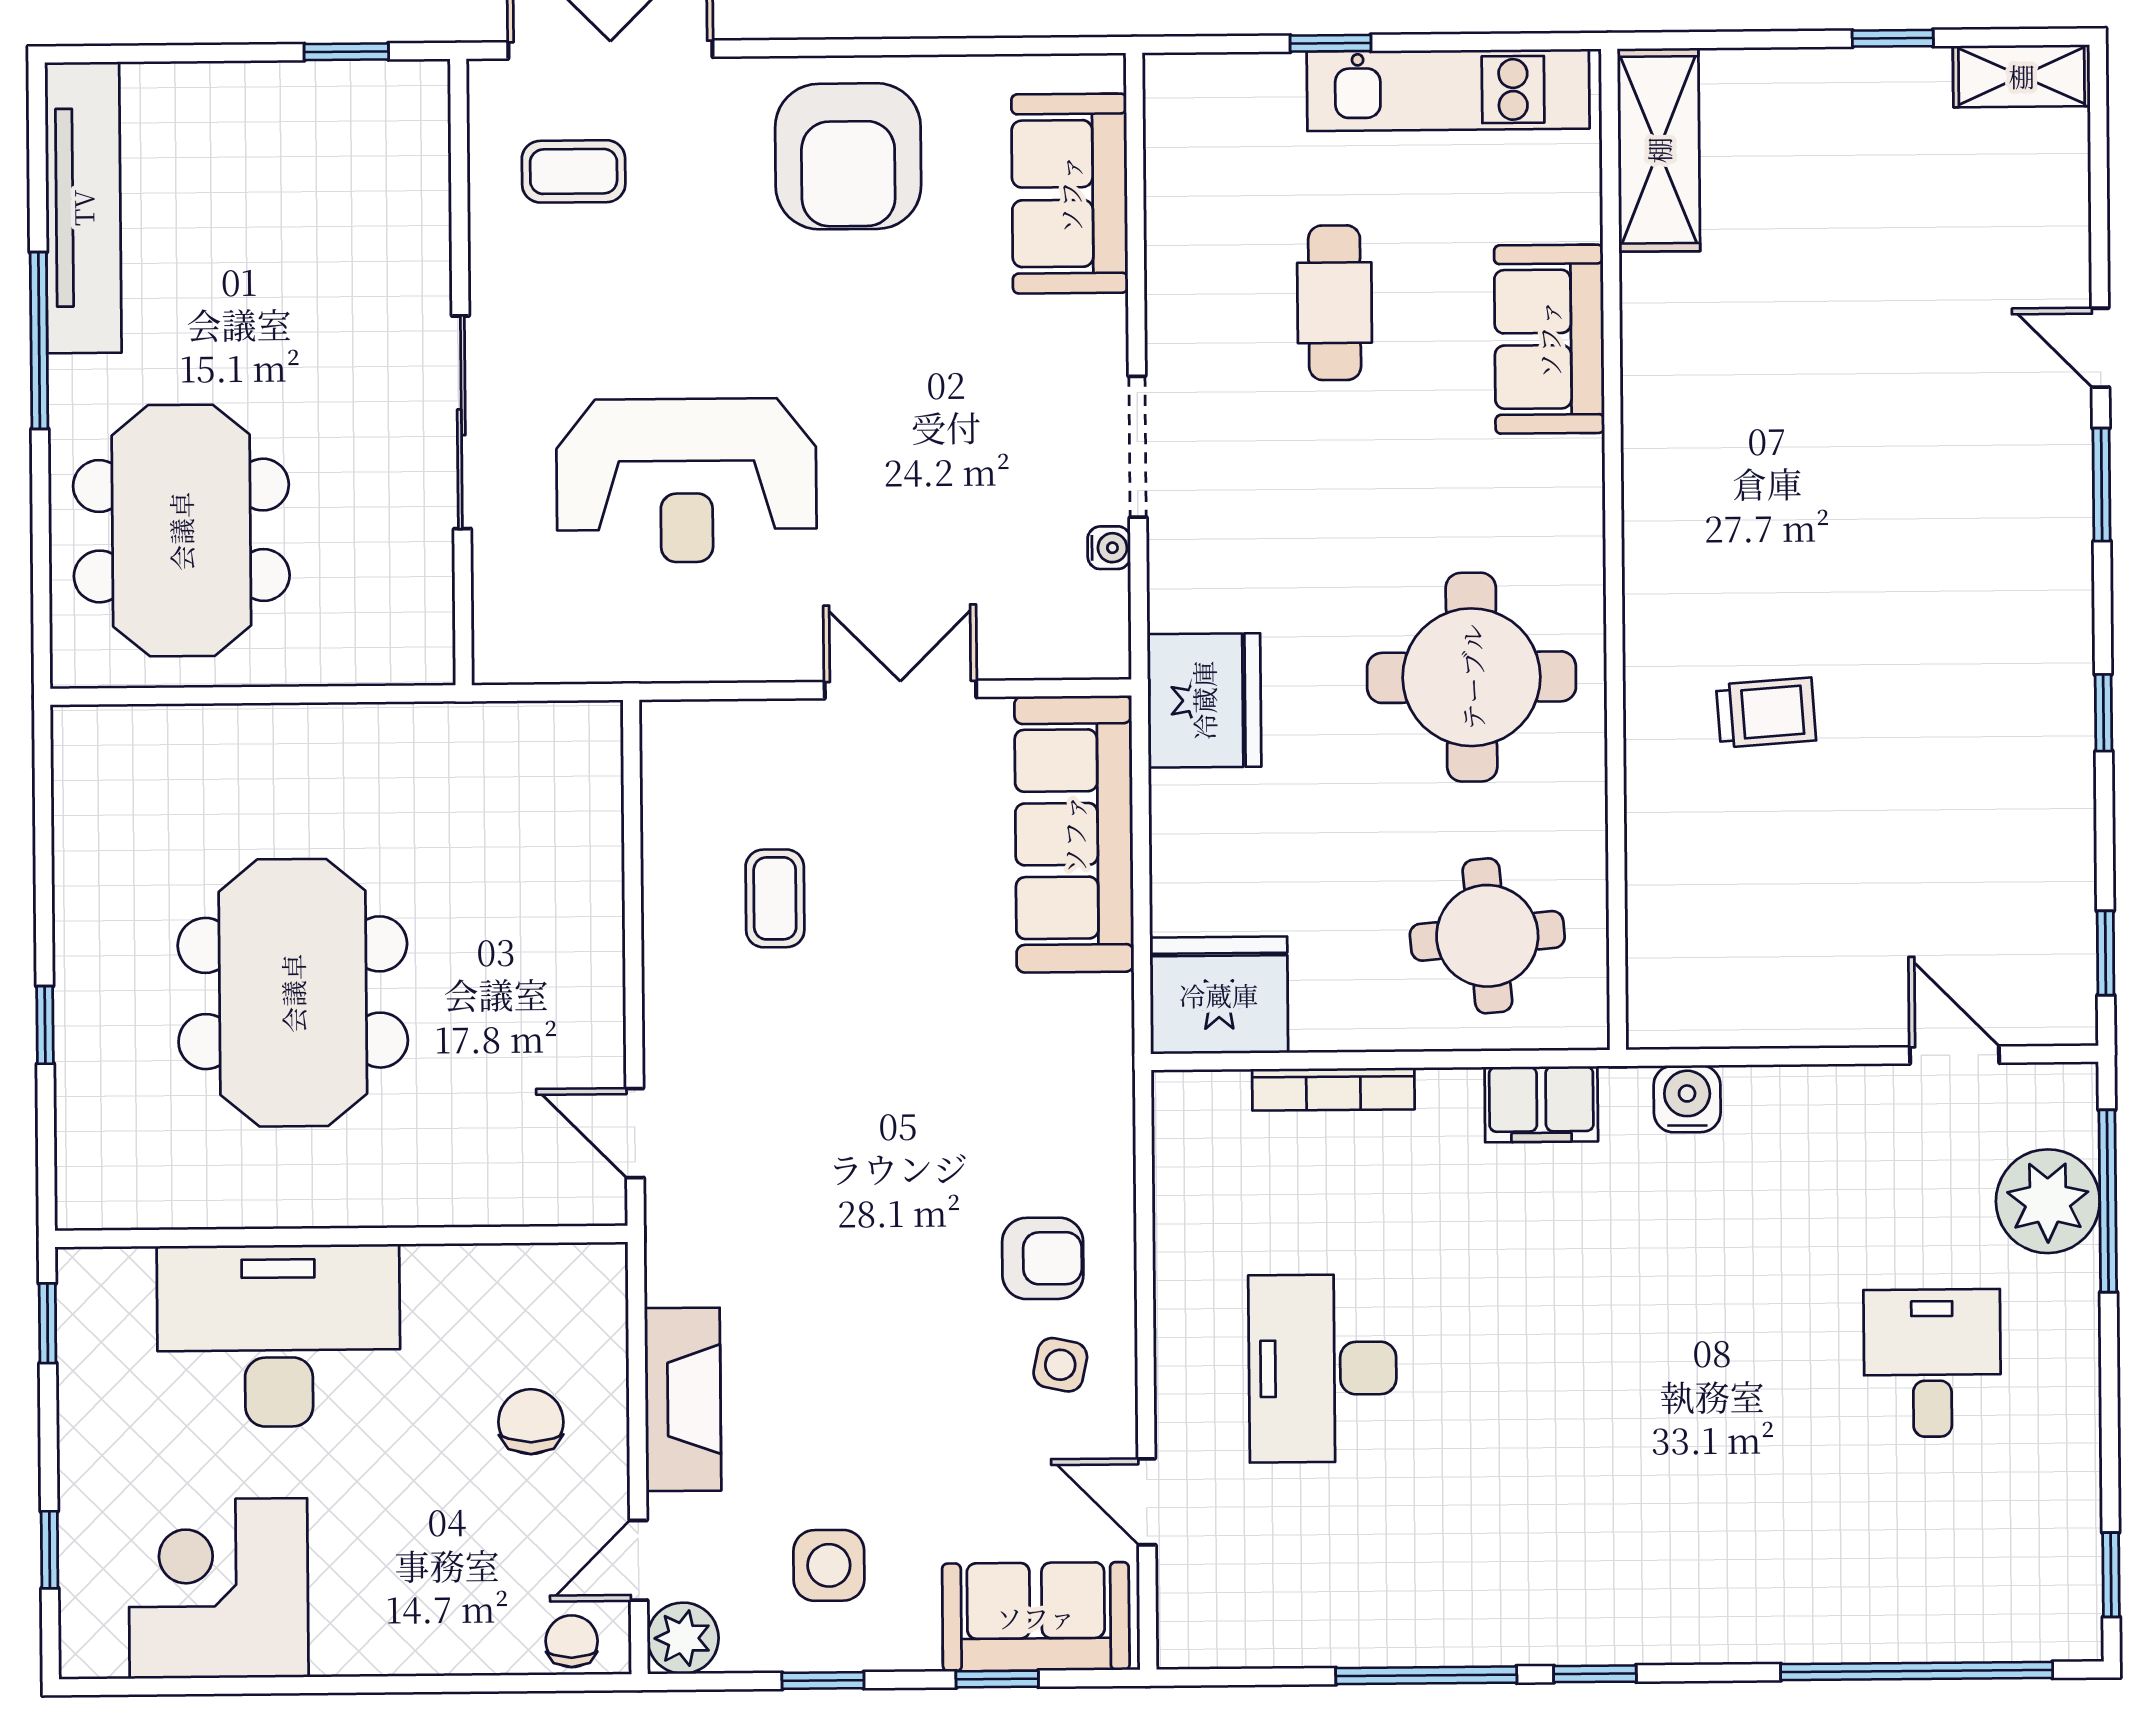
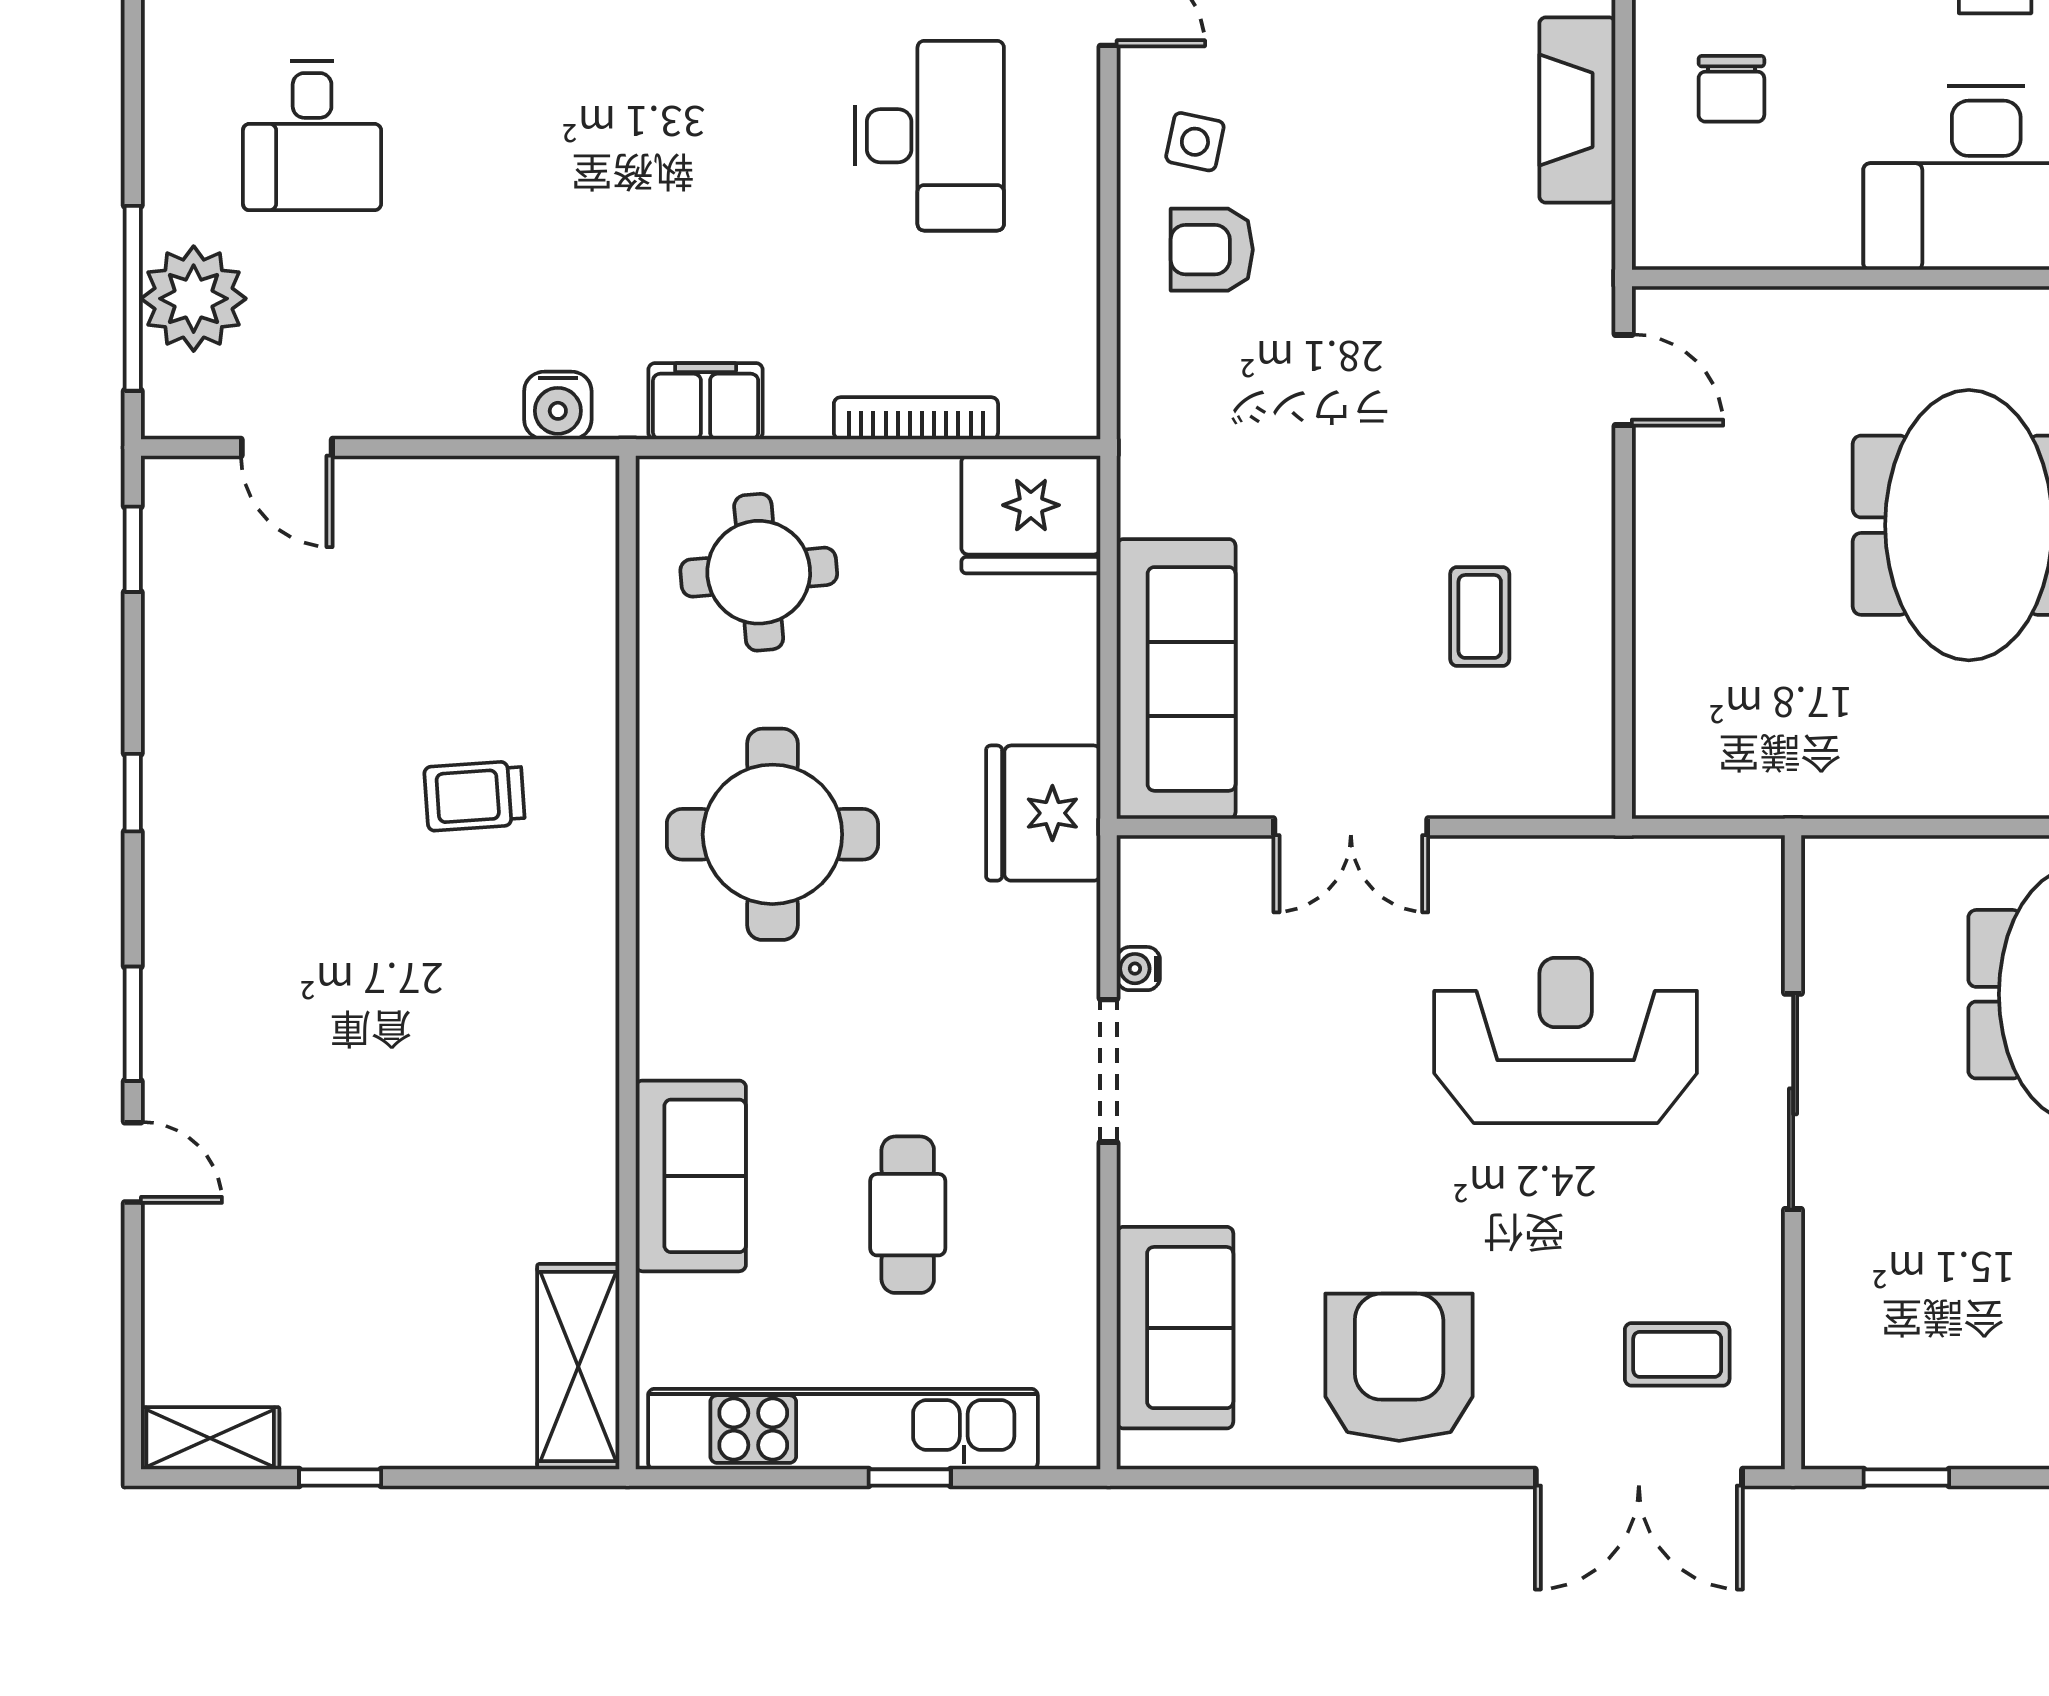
kitchen unit: (1448, 90) -> (843, 1429), width x1.36

